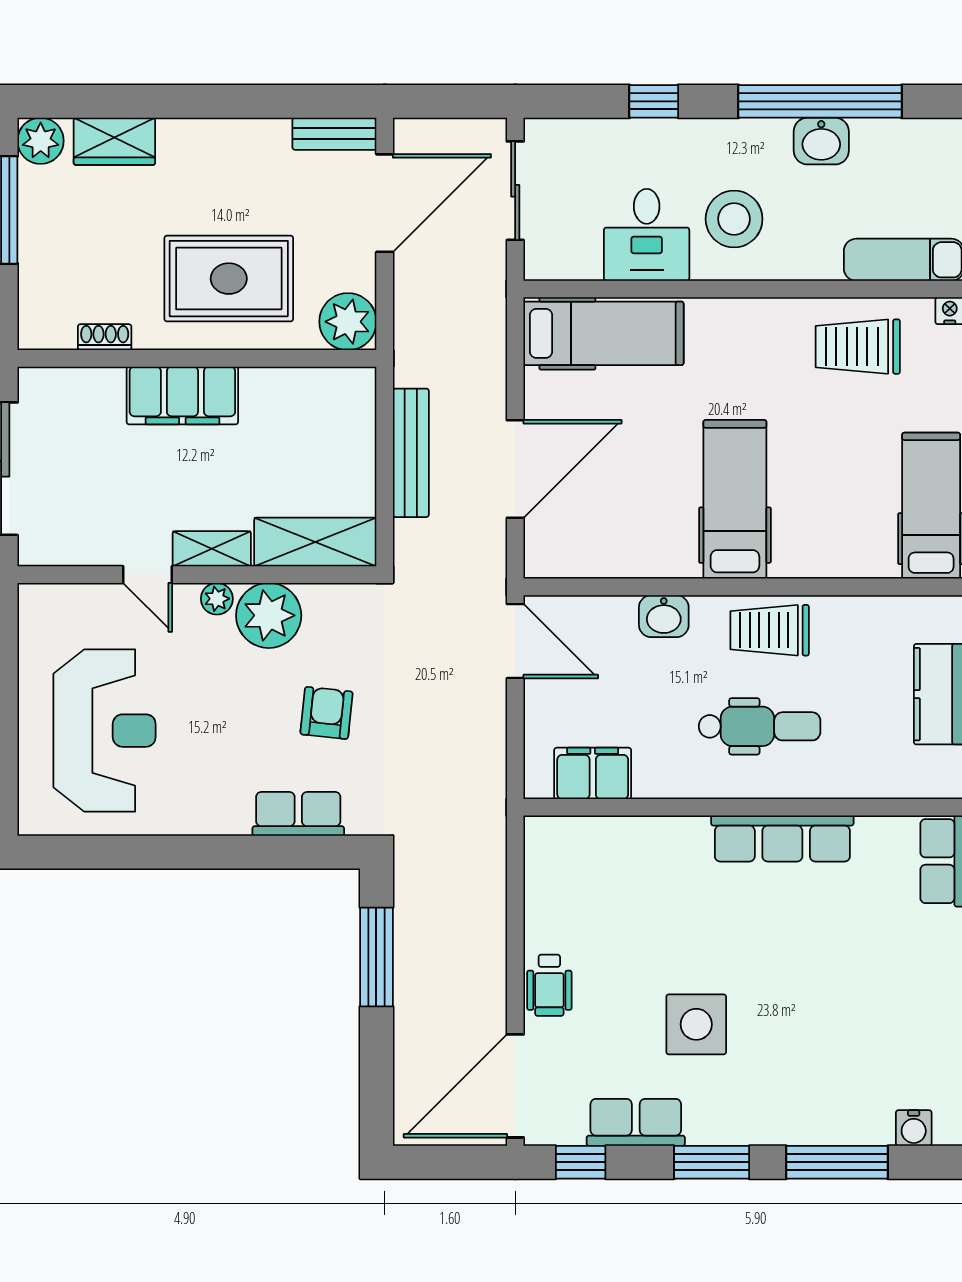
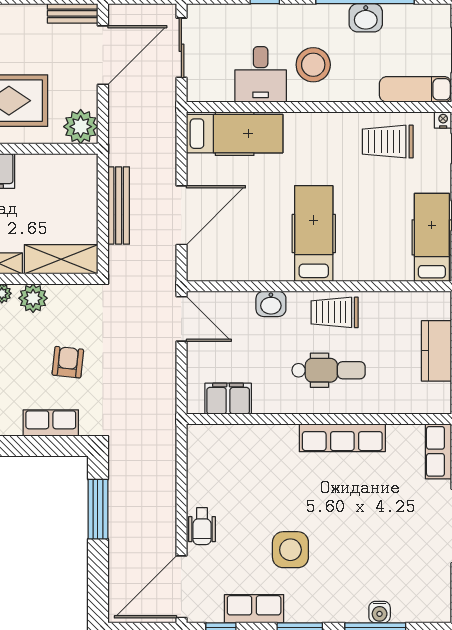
plant: (269, 615) -> (33, 298), width x0.73, depth x0.73
water cooler: (914, 1128) -> (380, 612), moved

